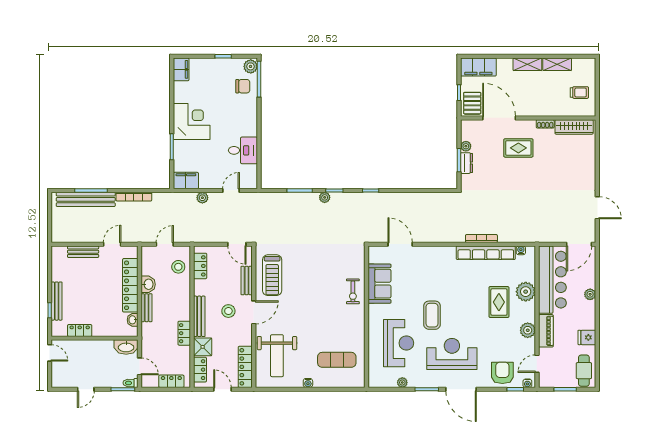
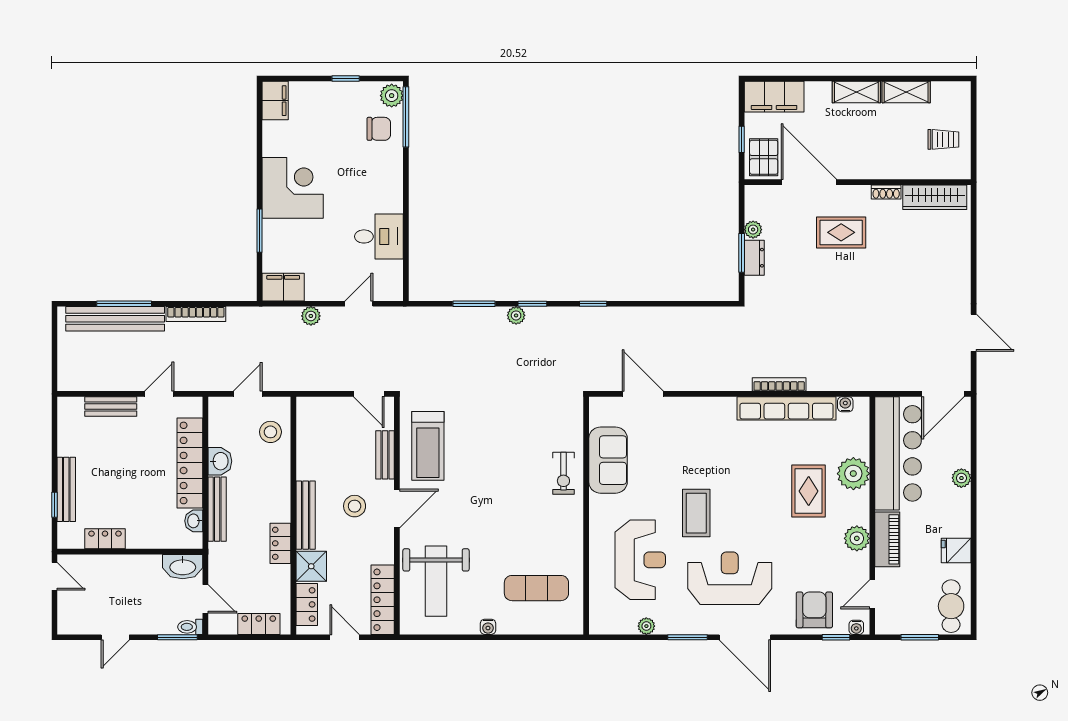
locker: (200, 266) -> (307, 430), removed
bench: (147, 308) -> (217, 509), width x1.36

